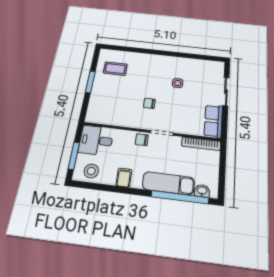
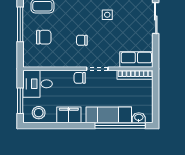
window: (90, 82) -> (20, 24), width x1.44
chair: (111, 96) -> (44, 37), added
row of seats: (213, 121) -> (136, 60), moved, turned 90
filing cabinet: (124, 178) -> (69, 115), width x2.00

